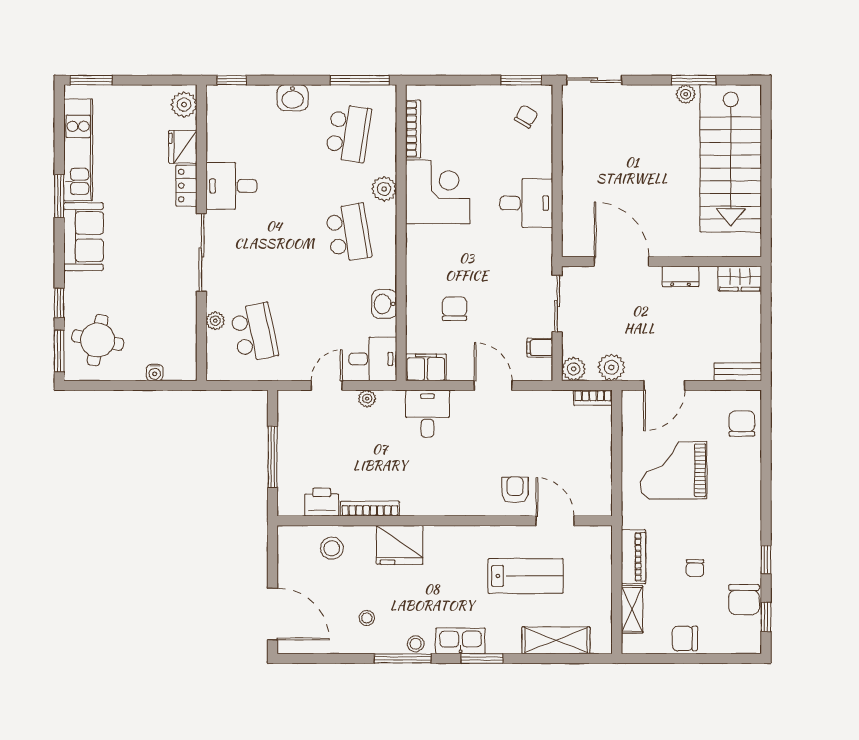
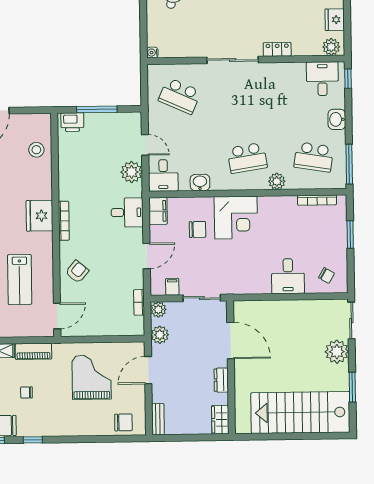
window: (521, 80) -> (350, 235), moved
plant: (686, 94) -> (337, 352), moved, width x1.88, depth x1.88
fridge: (183, 147) -> (335, 20), moved, turned -90
desk: (231, 186) -> (322, 79), moved
corner desk: (438, 192) -> (236, 218), moved
desk: (526, 203) -> (288, 276), moved
door: (621, 261) -> (231, 341), hinge flipped
plant: (215, 321) -> (187, 70), removed
school desk: (254, 332) -> (180, 96), turned 36
water cooler: (155, 373) -> (152, 53), moved
door: (664, 385) -> (148, 370), hinge flipped
bookcase: (593, 398) -> (139, 302), moved
plant: (367, 399) -> (132, 172), width x1.87, depth x1.87
armchair: (515, 490) -> (77, 272), turned -50
printer: (322, 502) -> (72, 122), moved, turned 90
bookcase: (370, 509) -> (64, 221), moved
door: (555, 521) -> (57, 316), moved
fridge: (400, 545) -> (39, 216), moved

